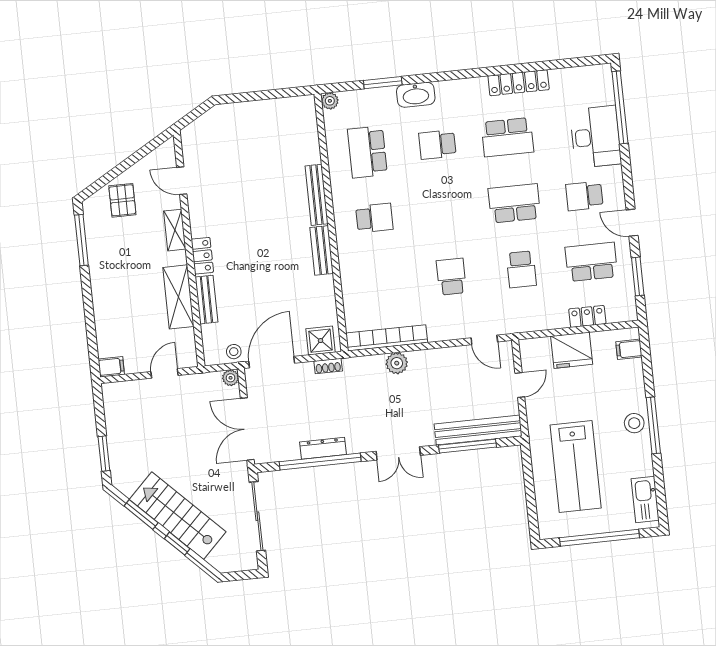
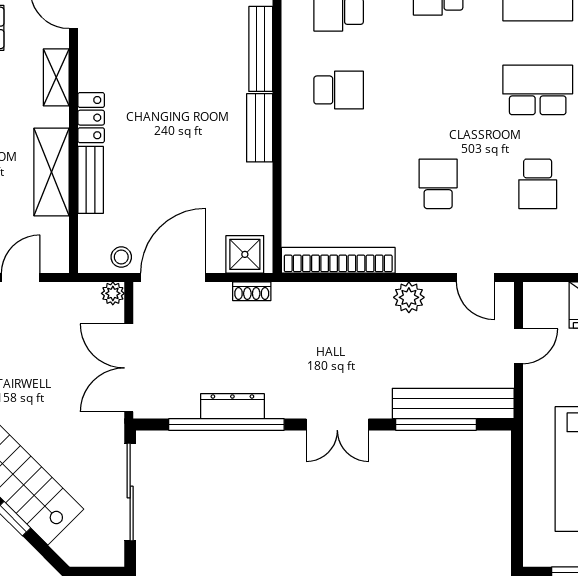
plant: (397, 363) -> (409, 297), moved

